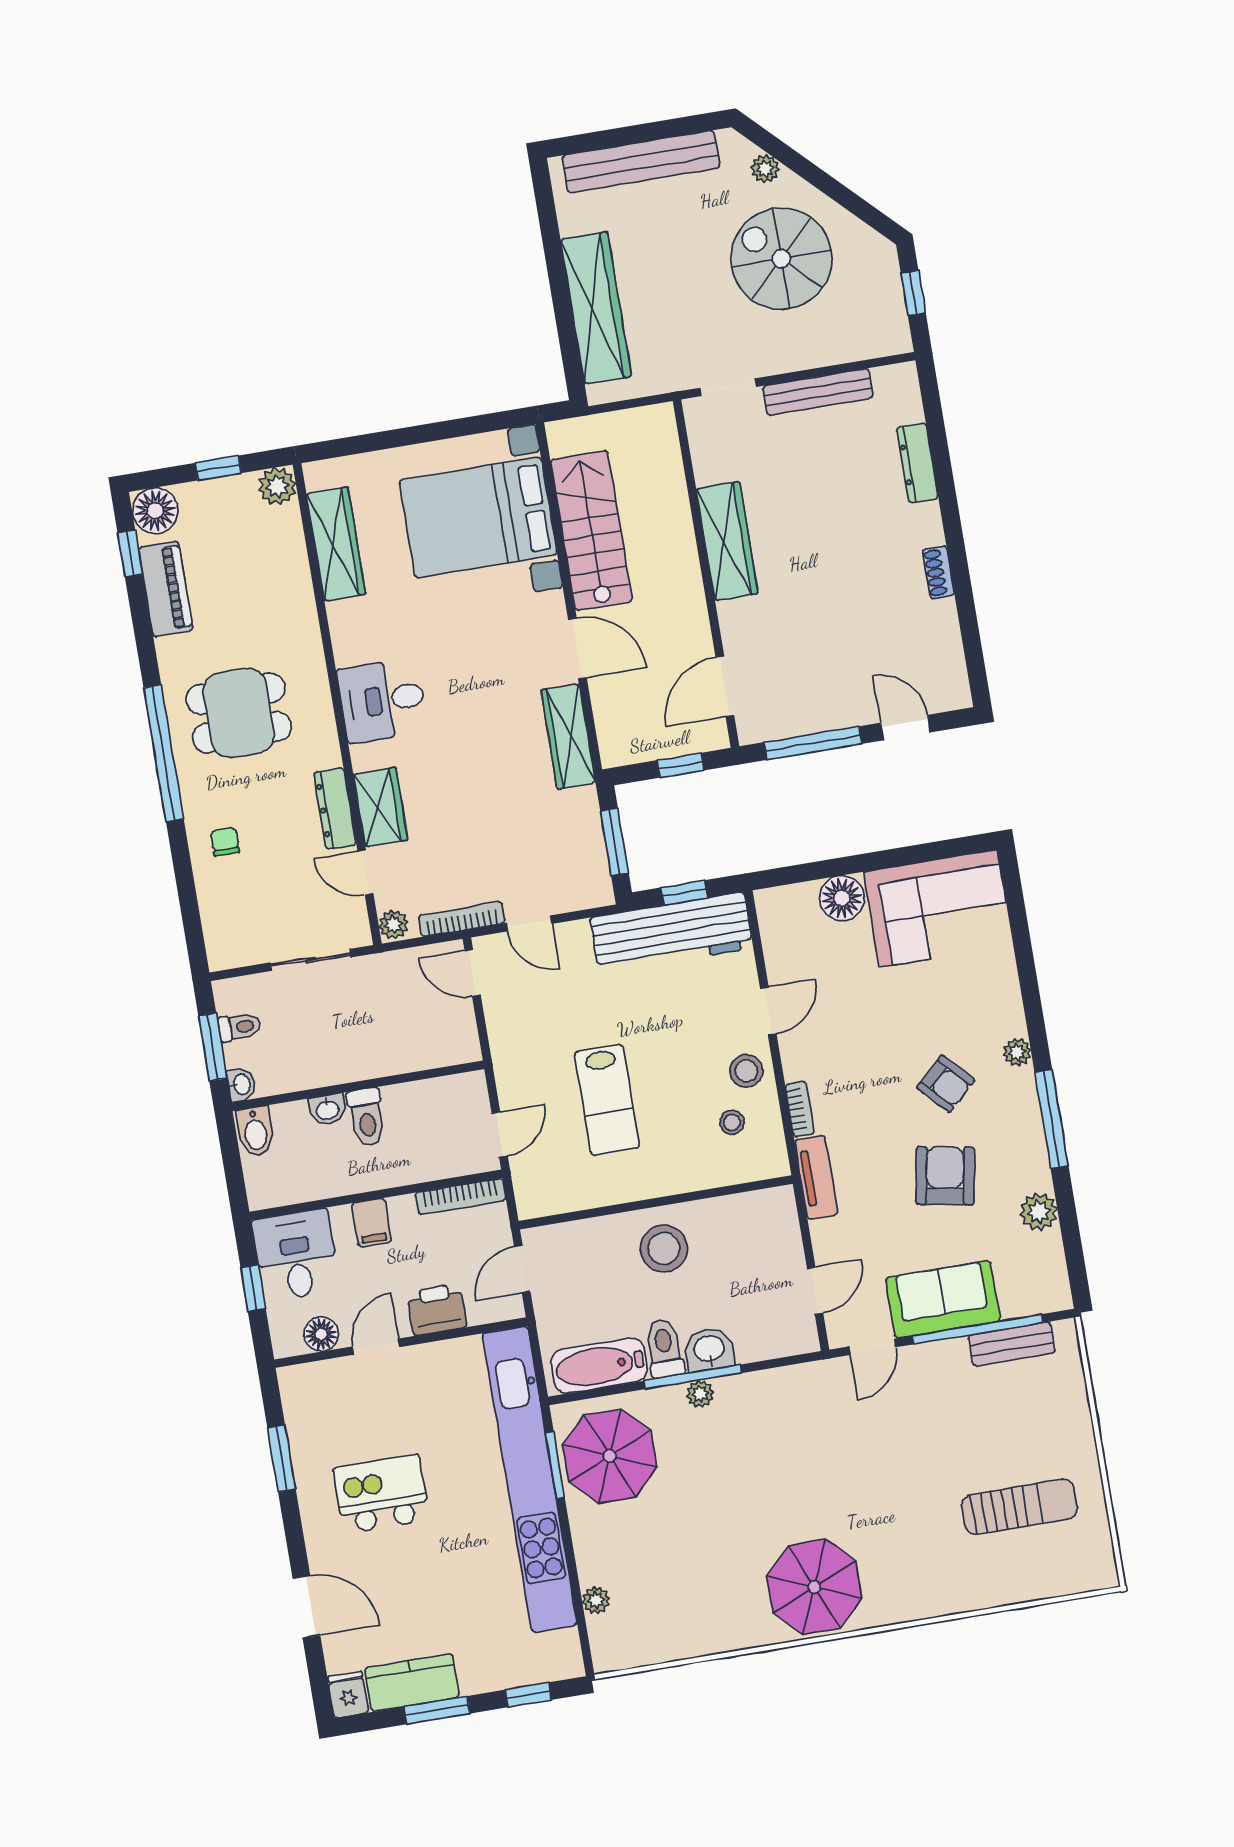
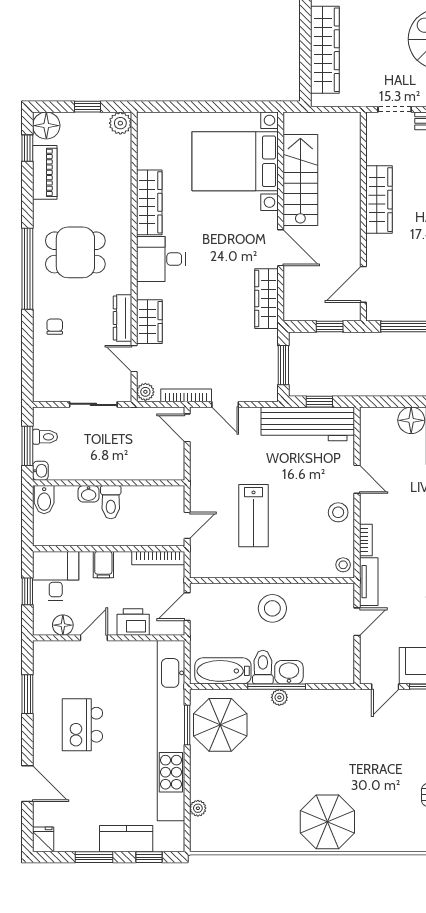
wardrobe: (336, 544) -> (149, 202), moved
door: (768, 1011) -> (357, 479), hinge flipped
stool: (732, 1122) -> (343, 565), moved
door: (815, 1291) -> (357, 622), moved
kitchen island: (381, 1494) -> (82, 725), turned -90
kitchen counter: (412, 1683) -> (126, 839), moved

